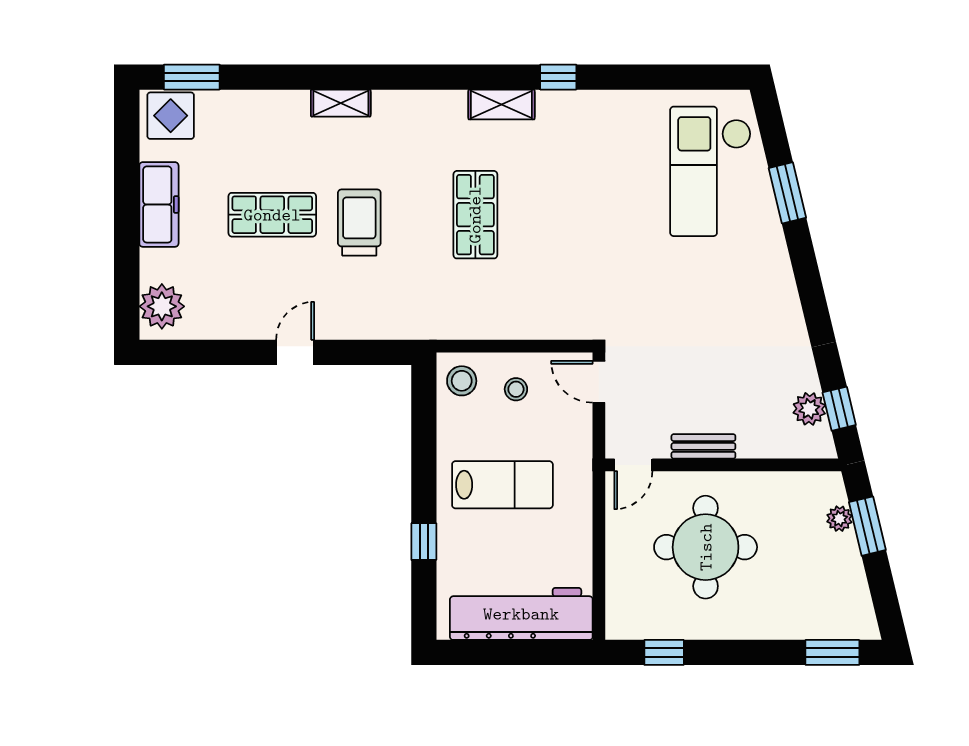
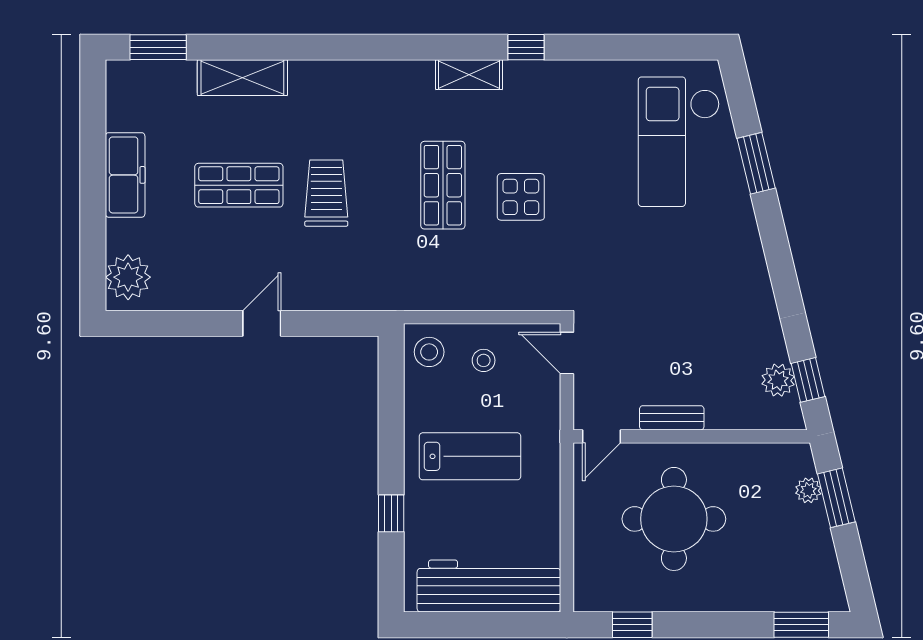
shelving: (341, 103) -> (242, 78), moved, width x1.50, depth x1.33
display table: (171, 116) -> (521, 197), moved

